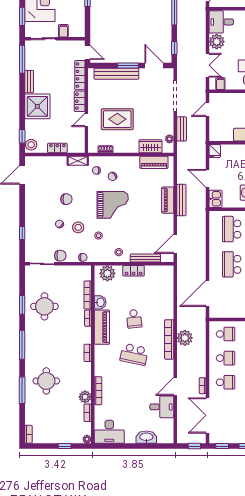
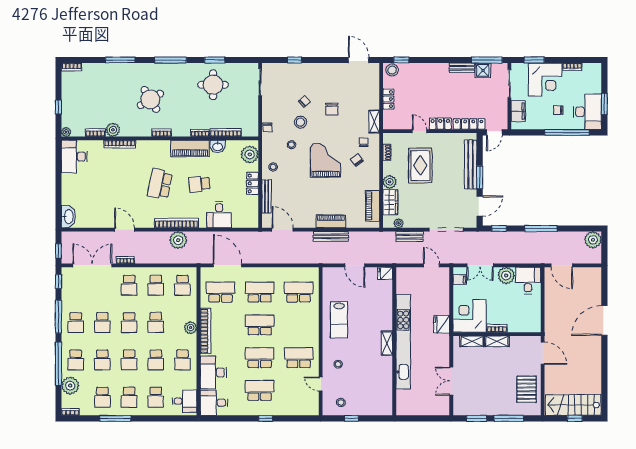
filing cabinet: (63, 31) -> (518, 111), width x2.00
shower: (37, 106) -> (483, 70), moved, width x0.54, depth x0.54
plant: (132, 147) -> (390, 182), added
door: (207, 178) -> (355, 265), swing flipped
kitchen sink: (215, 199) -> (332, 274), removed
grand piano: (113, 205) -> (326, 160), turned 180
chair: (60, 256) -> (269, 102), removed
school desk: (232, 300) -> (221, 292), added
round table: (46, 381) -> (150, 99), moved, turned -31
desk: (162, 407) -> (219, 215), moved
washbasin: (146, 437) -> (68, 217), moved

